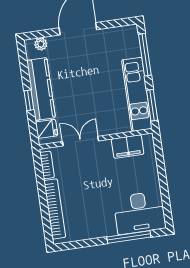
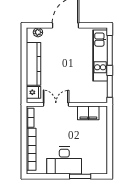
kitchen unit: (137, 94) -> (100, 55), moved
window: (29, 100) -> (24, 71), removed
desk: (140, 213) -> (64, 160), moved
window: (129, 237) -> (80, 176), width x0.69

